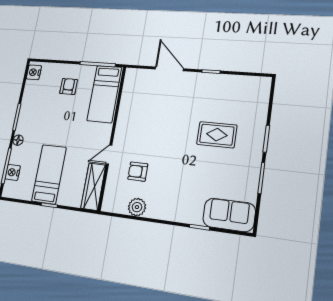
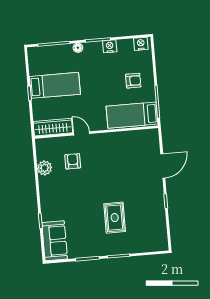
nightstand: (13, 172) -> (110, 46), moved

